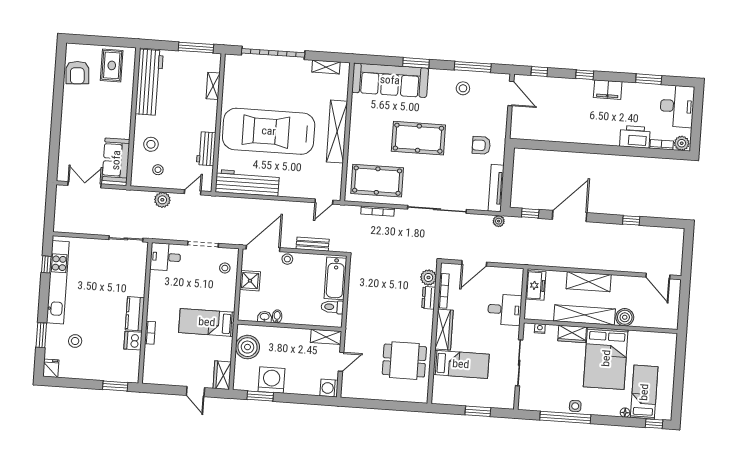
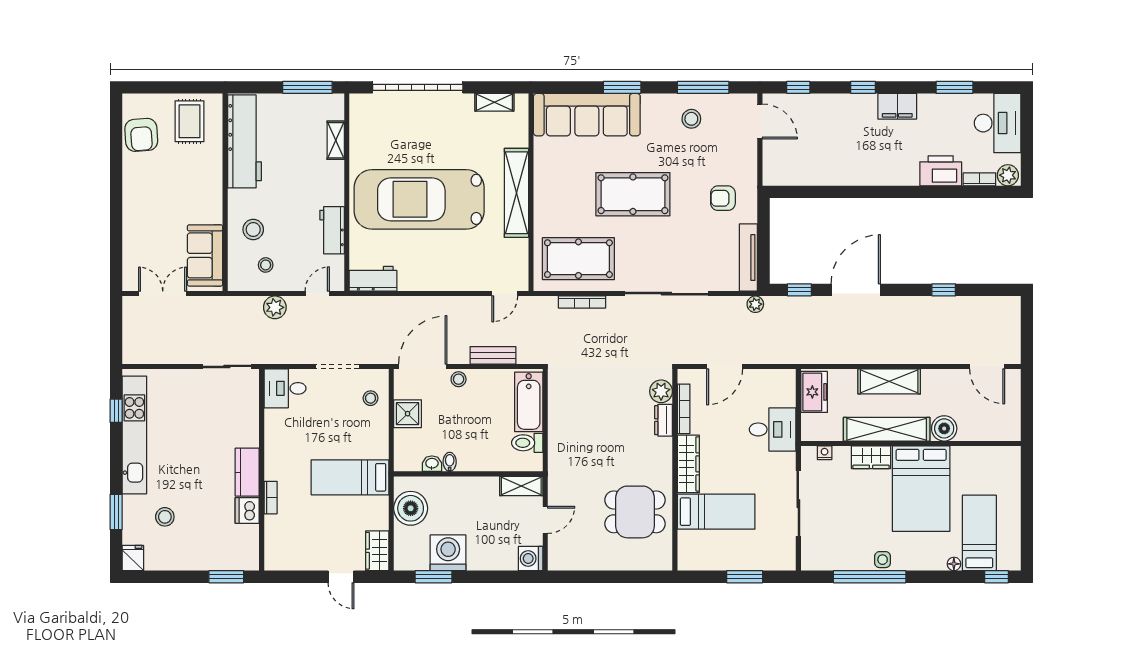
workbench: (247, 183) -> (373, 279), width x0.53, depth x0.76

